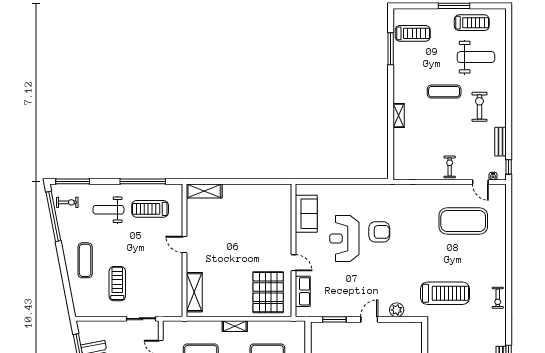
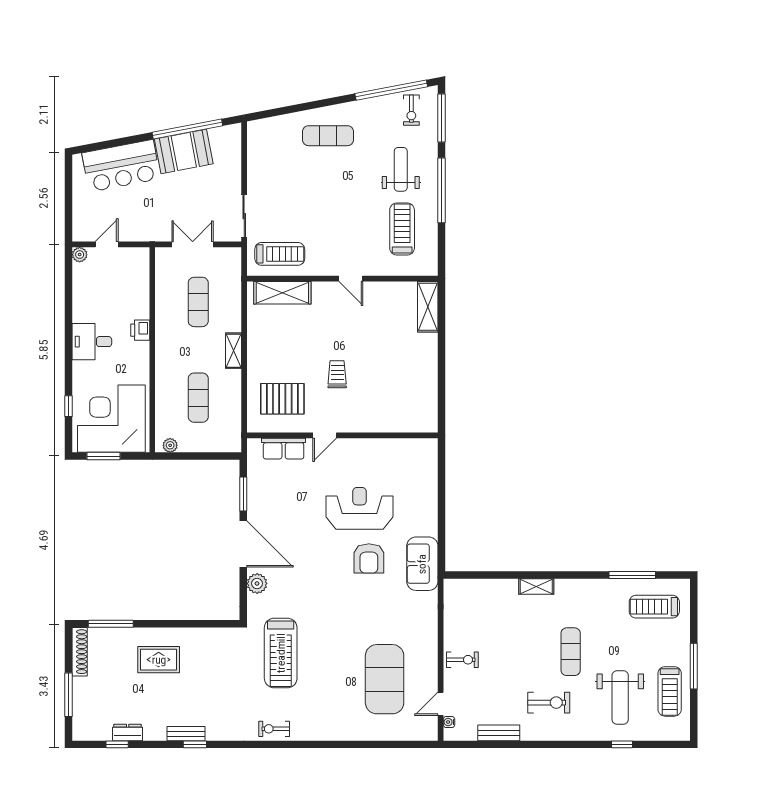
treadmill: (413, 33) -> (654, 607), turned 90
window: (509, 167) -> (622, 744), moved
window: (143, 181) -> (441, 190), moved
sofa: (306, 214) -> (422, 564), moved, turned 90
door: (185, 244) -> (351, 279), swing flipped
trolley: (251, 254) -> (337, 374), added
treadmill: (117, 284) -> (280, 254), moved
pallet: (268, 292) -> (282, 399), width x0.73, depth x0.71
door: (369, 319) -> (243, 544), width x1.88

